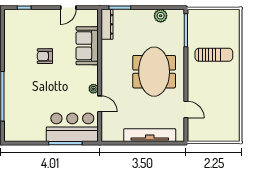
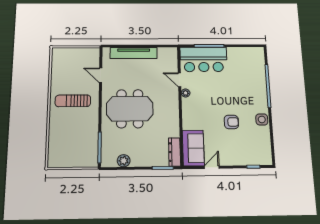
sofa: (87, 46) -> (193, 148), moved
sun lounger: (214, 55) -> (73, 101), moved
side table: (12, 59) -> (262, 119), added
meeting table: (154, 72) -> (130, 109), turned 90

